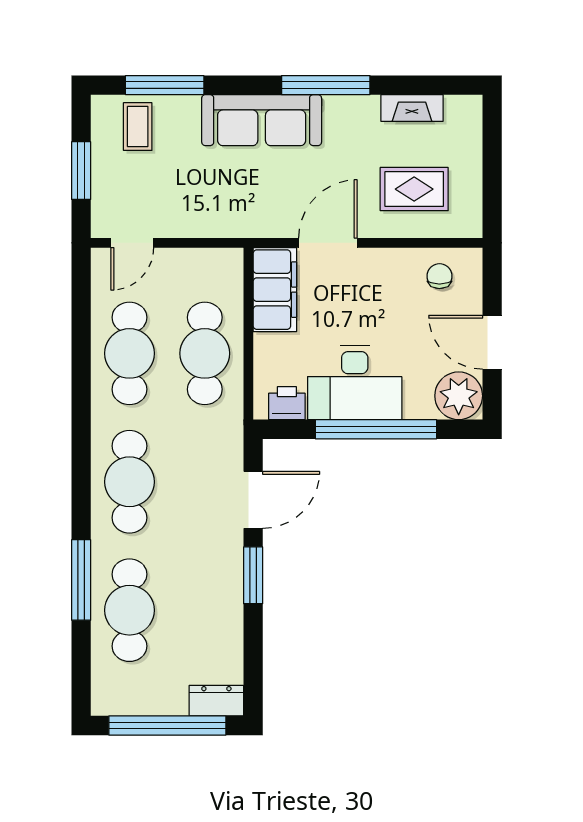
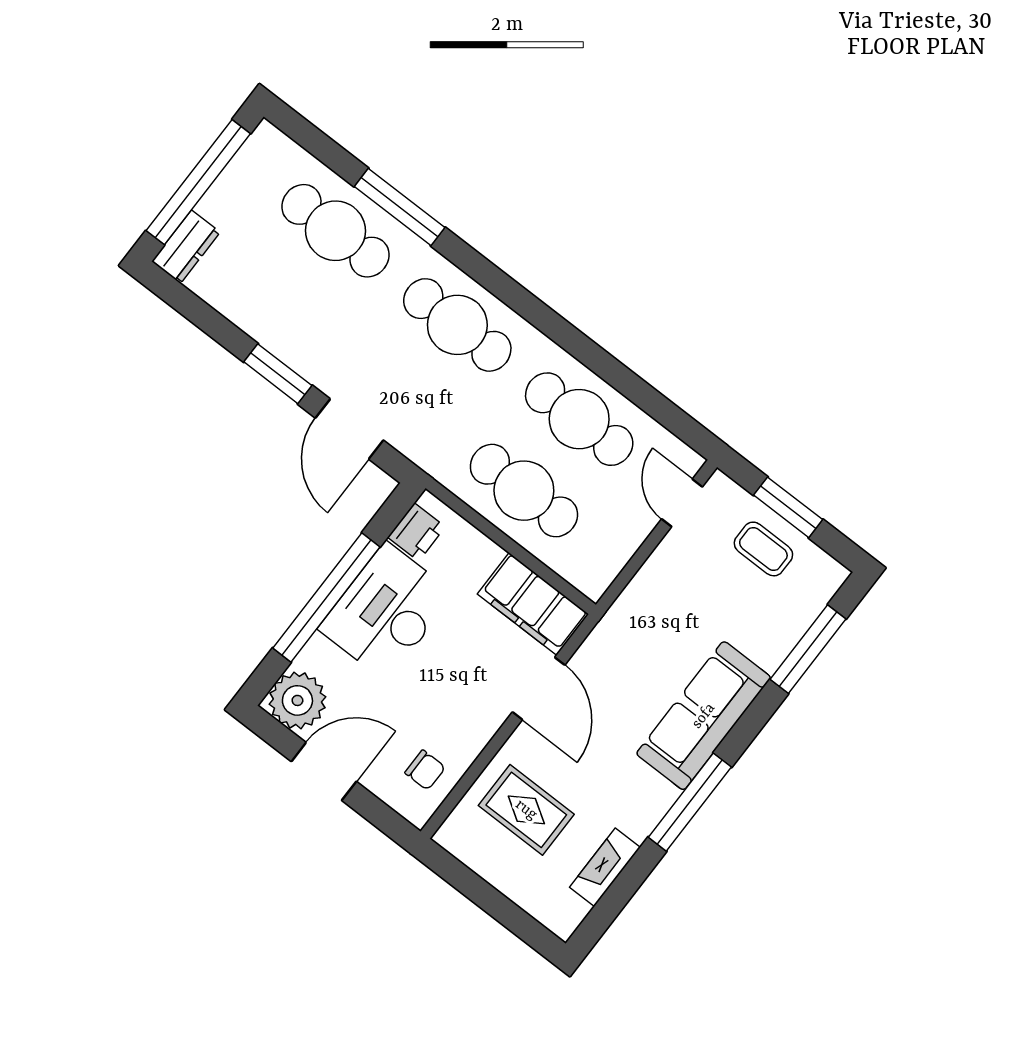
coffee table: (138, 127) -> (763, 549), moved
rug: (414, 189) -> (526, 810), turned 90

